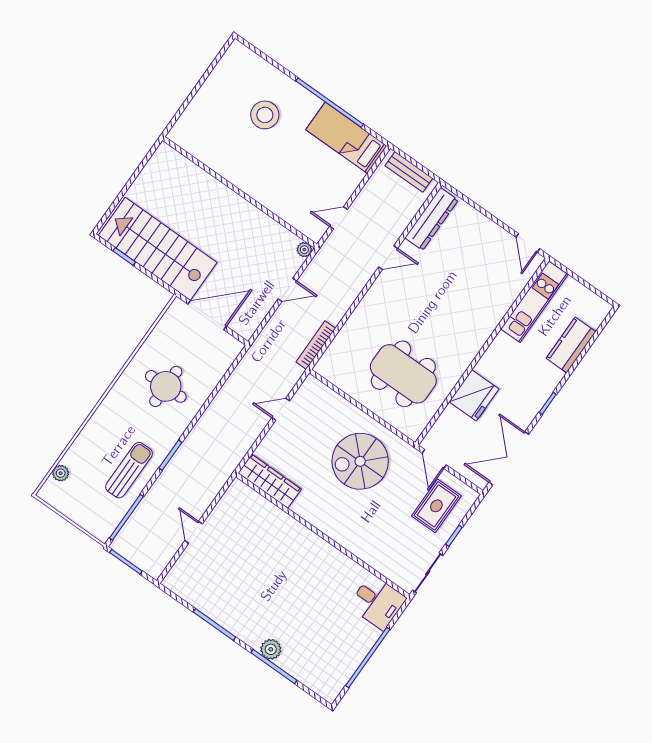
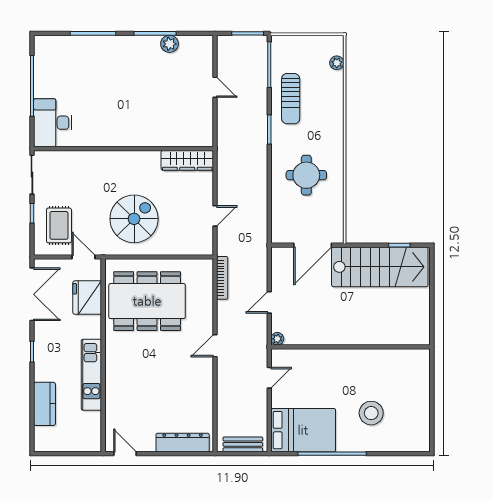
bed: (346, 138) -> (303, 430), width x1.50
dresser: (431, 219) -> (183, 442), moved, turned 90
door: (388, 258) -> (215, 346), moved
kitchen unit: (534, 302) -> (91, 375), moved
dining table: (403, 374) -> (147, 301), width x1.36, depth x1.24
fridge: (474, 395) -> (87, 298), moved
desk: (377, 602) -> (53, 123), width x1.37
plant: (271, 649) -> (170, 44), moved

